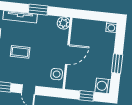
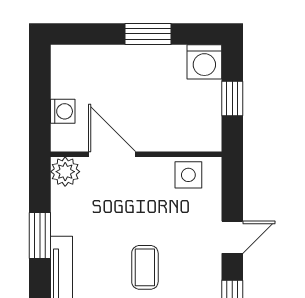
washing machine: (111, 27) -> (63, 111), moved
door: (67, 55) -> (112, 154), moved

